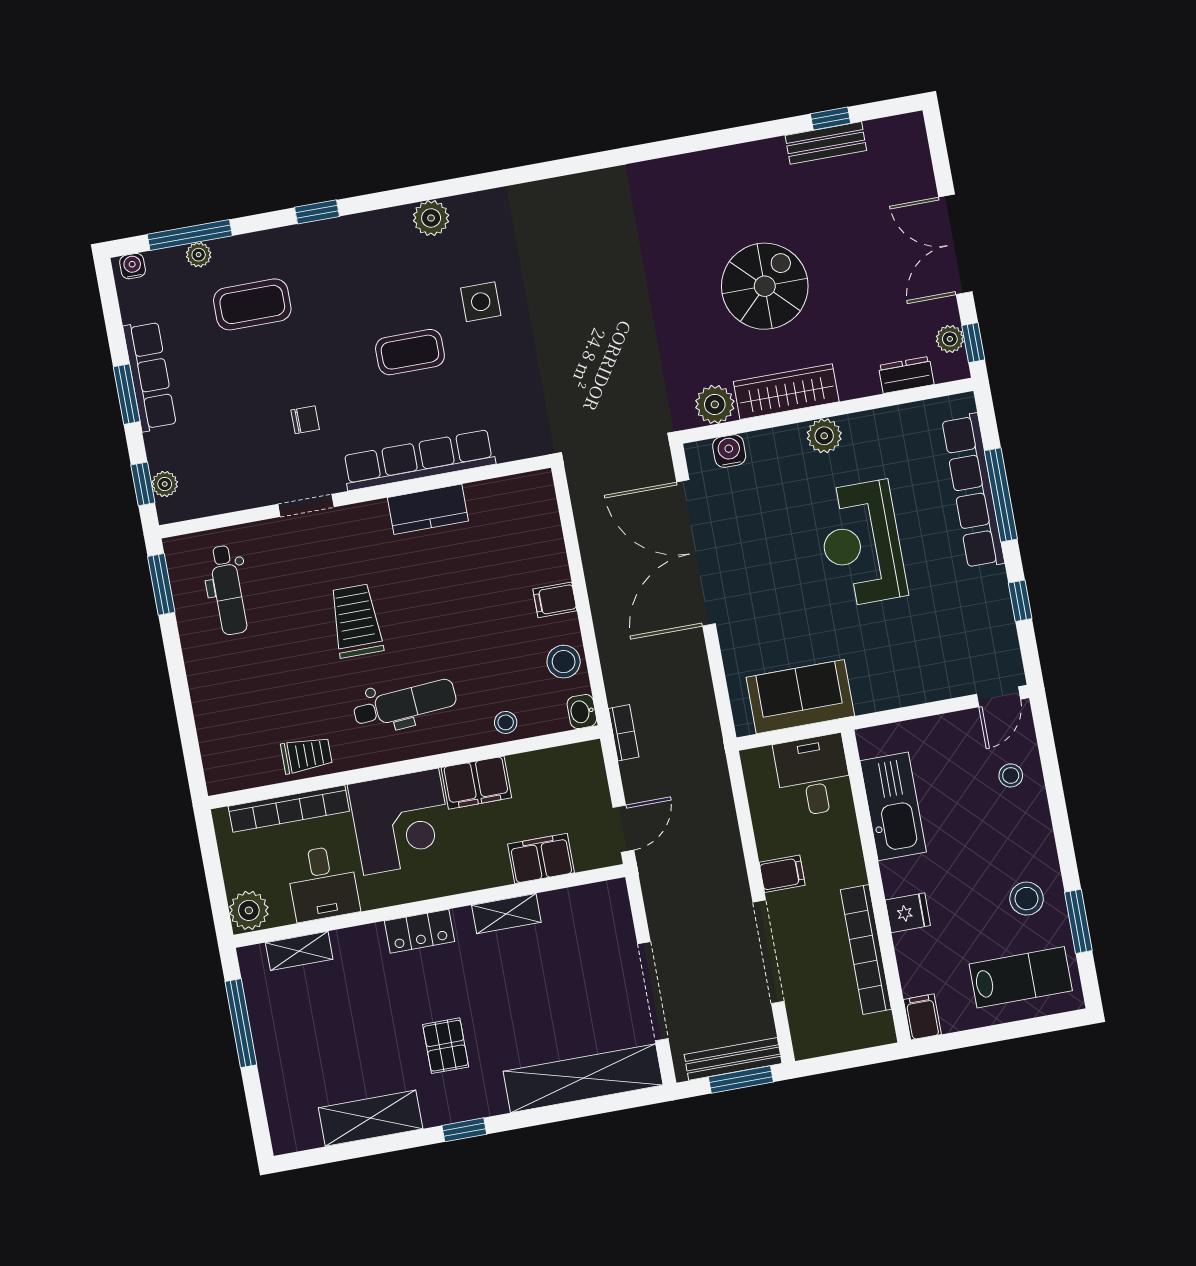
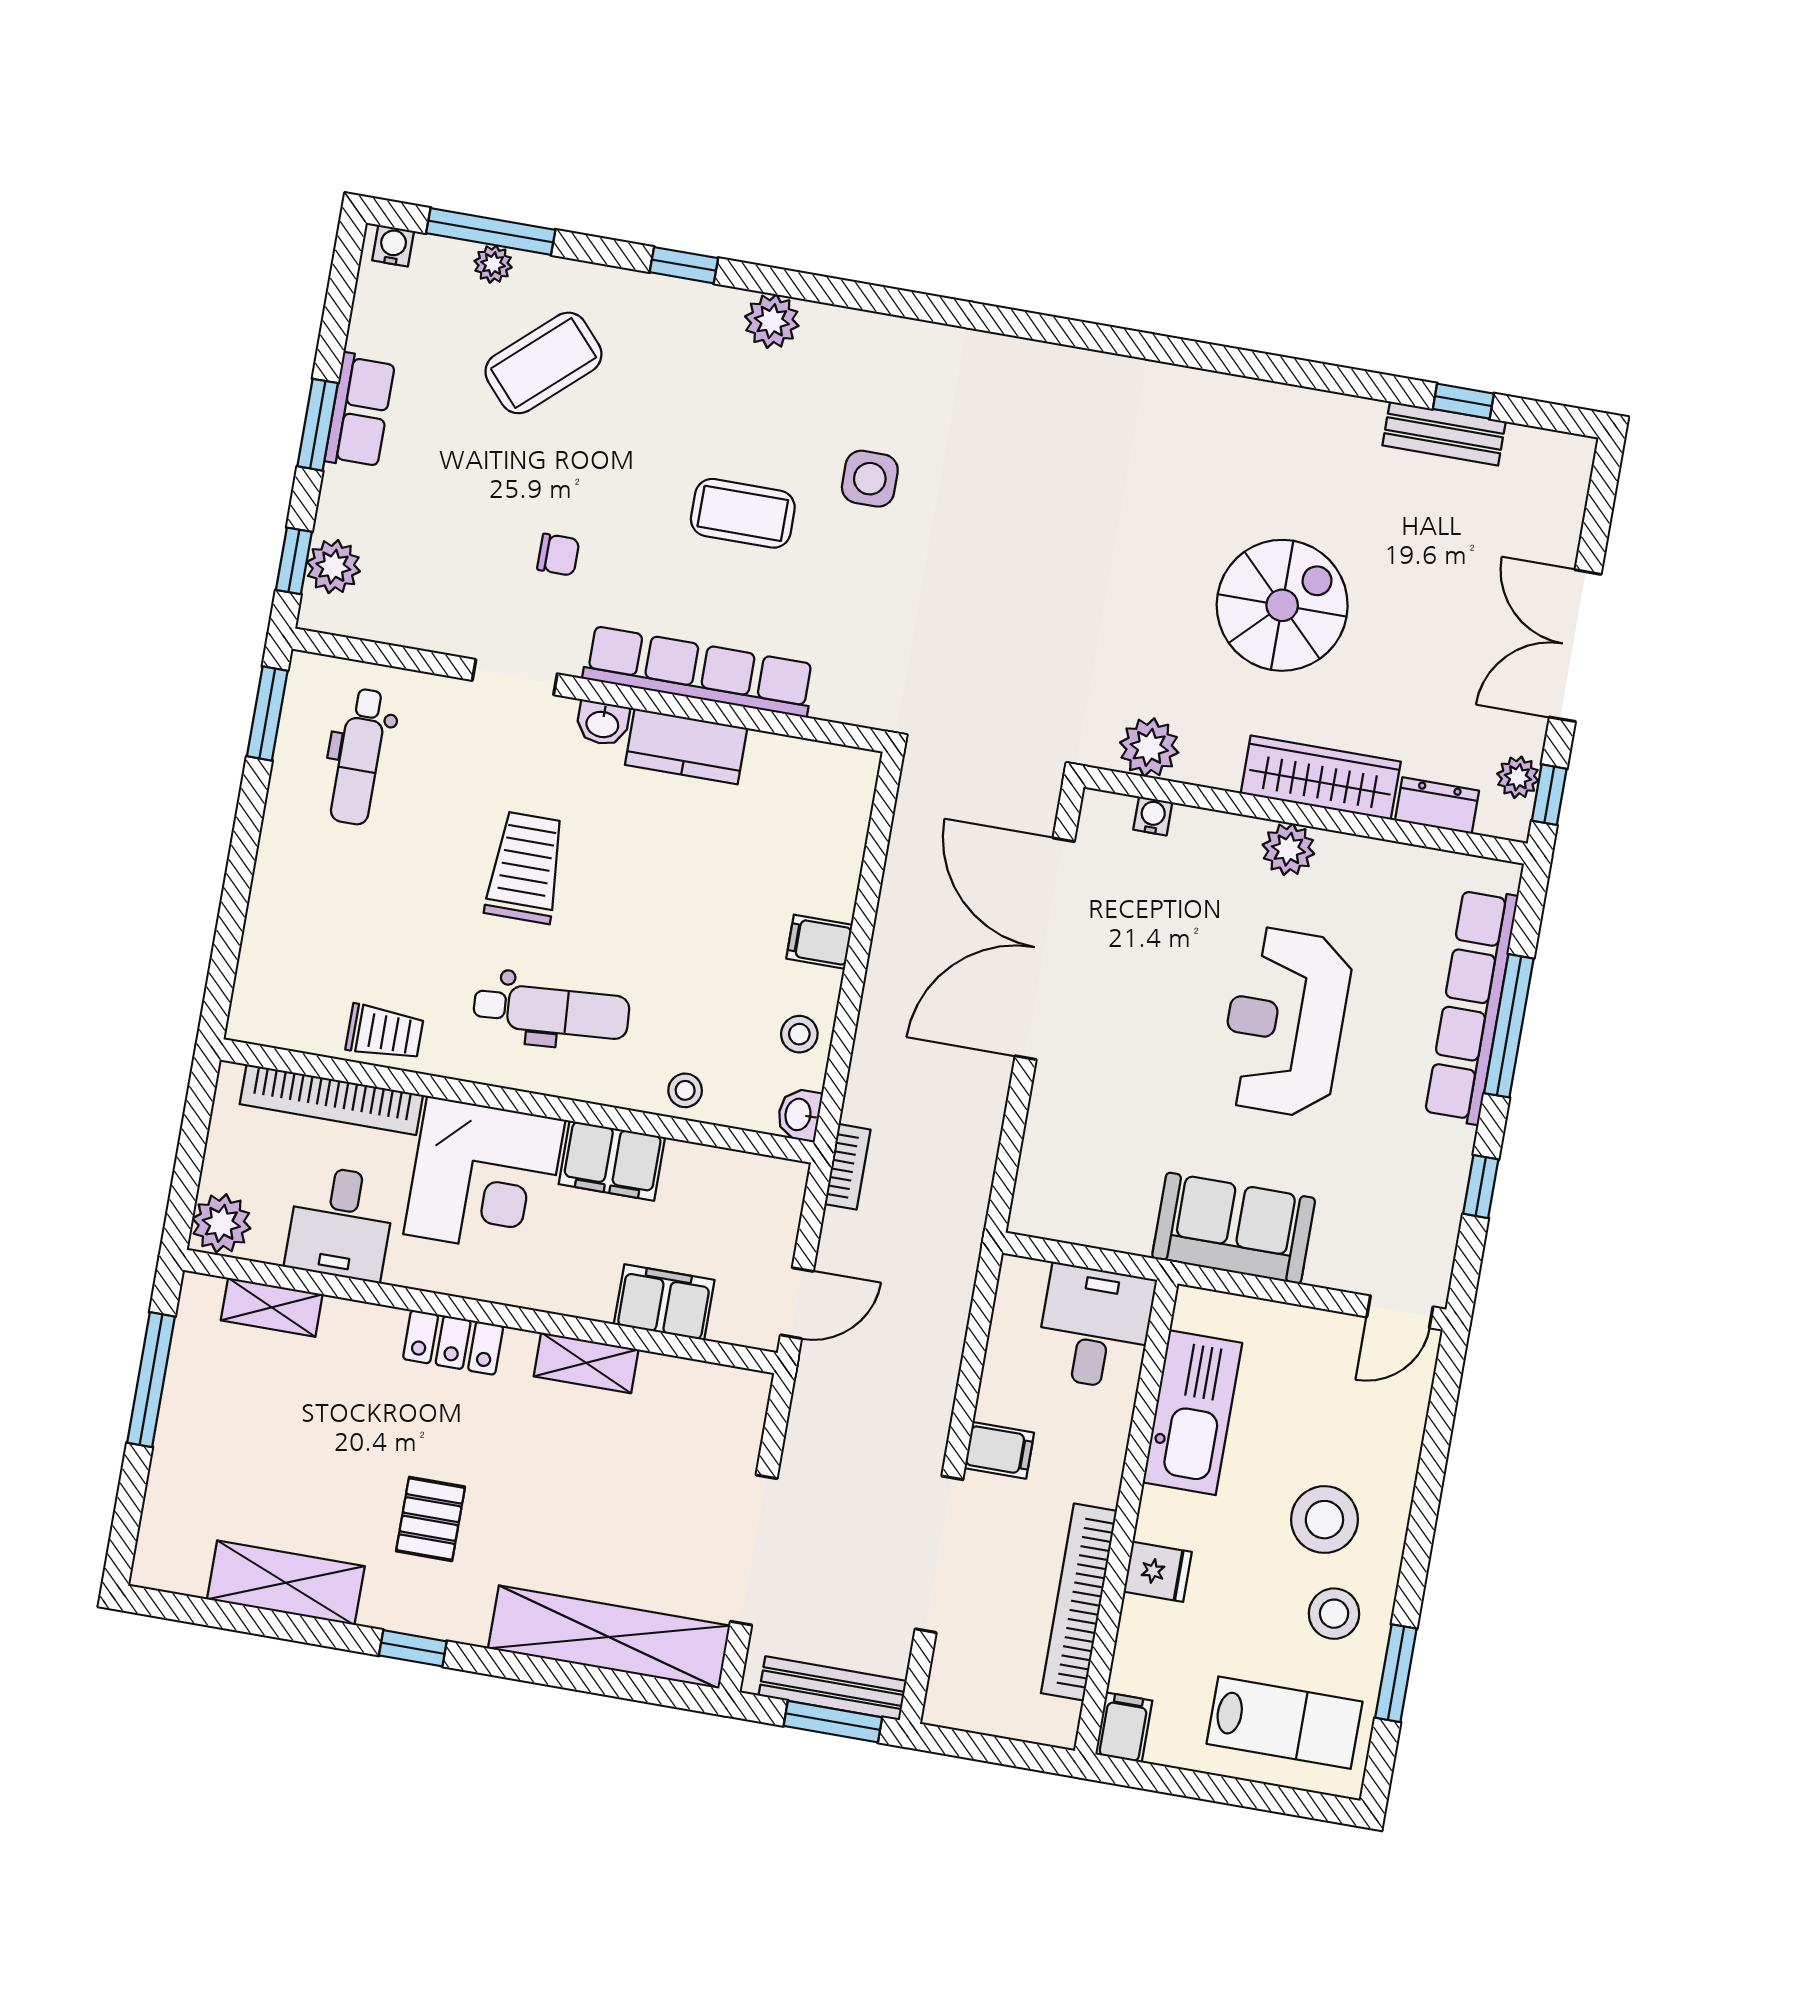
plant: (431, 218) -> (772, 321), moved
coffee table: (252, 304) -> (543, 363), turned -42
row of seats: (150, 376) -> (360, 411), width x0.68
wardrobe: (786, 392) -> (1321, 778), moved
water cooler: (729, 451) -> (1153, 816), width x0.72, depth x0.72
plant: (165, 484) -> (333, 567), width x1.38, depth x1.38
washbasin: (371, 514) -> (603, 723), added
stool: (564, 662) -> (799, 1034), width x0.73, depth x0.73
sofa: (800, 697) -> (1234, 1228), moved
stool: (1011, 775) -> (1324, 1520), moved, width x1.89, depth x1.89

